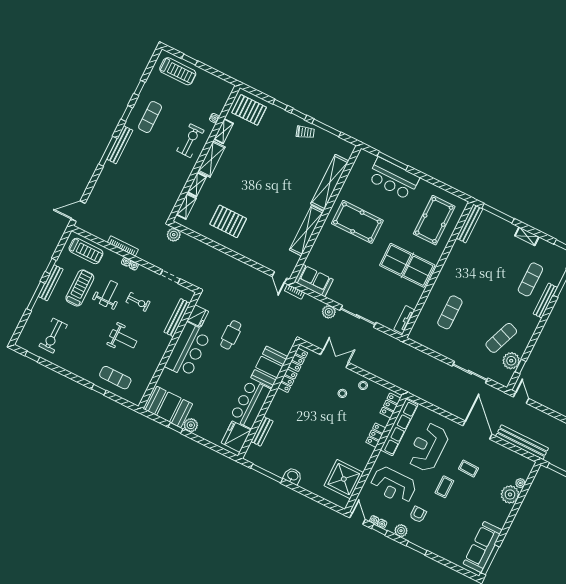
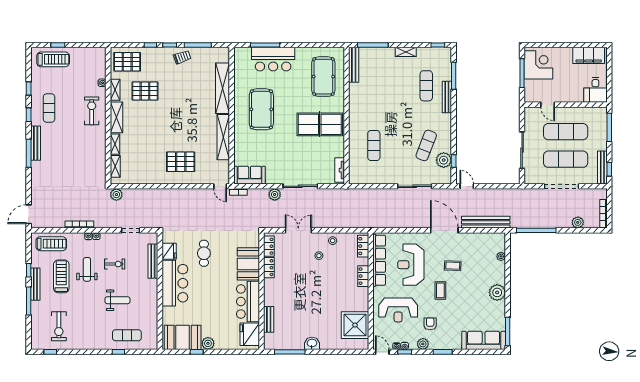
pallet: (252, 147) -> (145, 91), added
pallet: (228, 221) -> (181, 162), moved
pool table: (357, 222) -> (261, 109), turned 90
plant: (510, 494) -> (497, 292), moved
sofa: (483, 547) -> (484, 340), moved, turned 90

